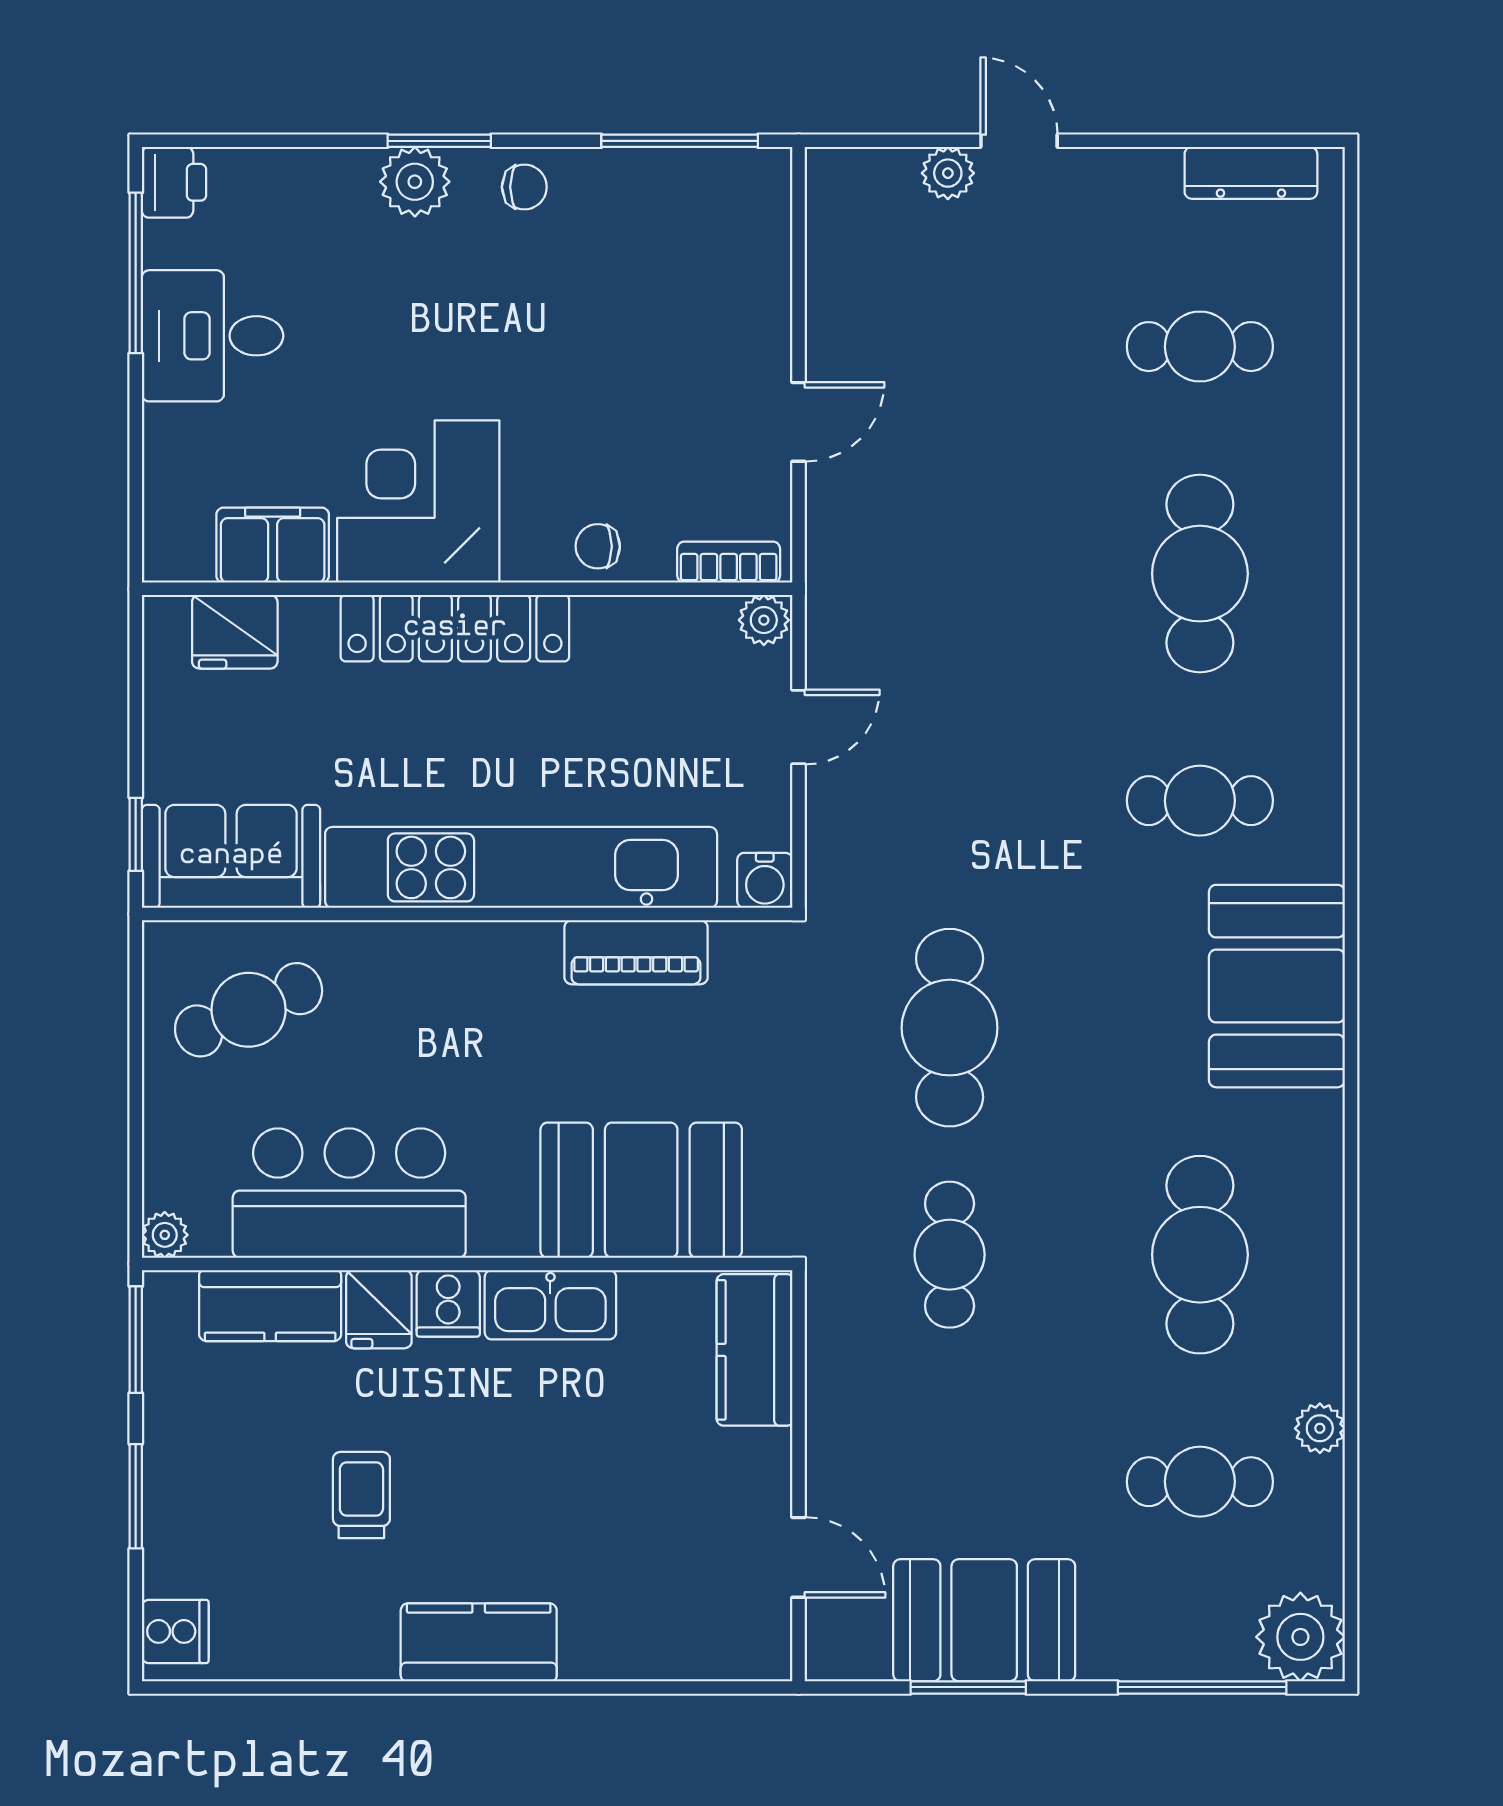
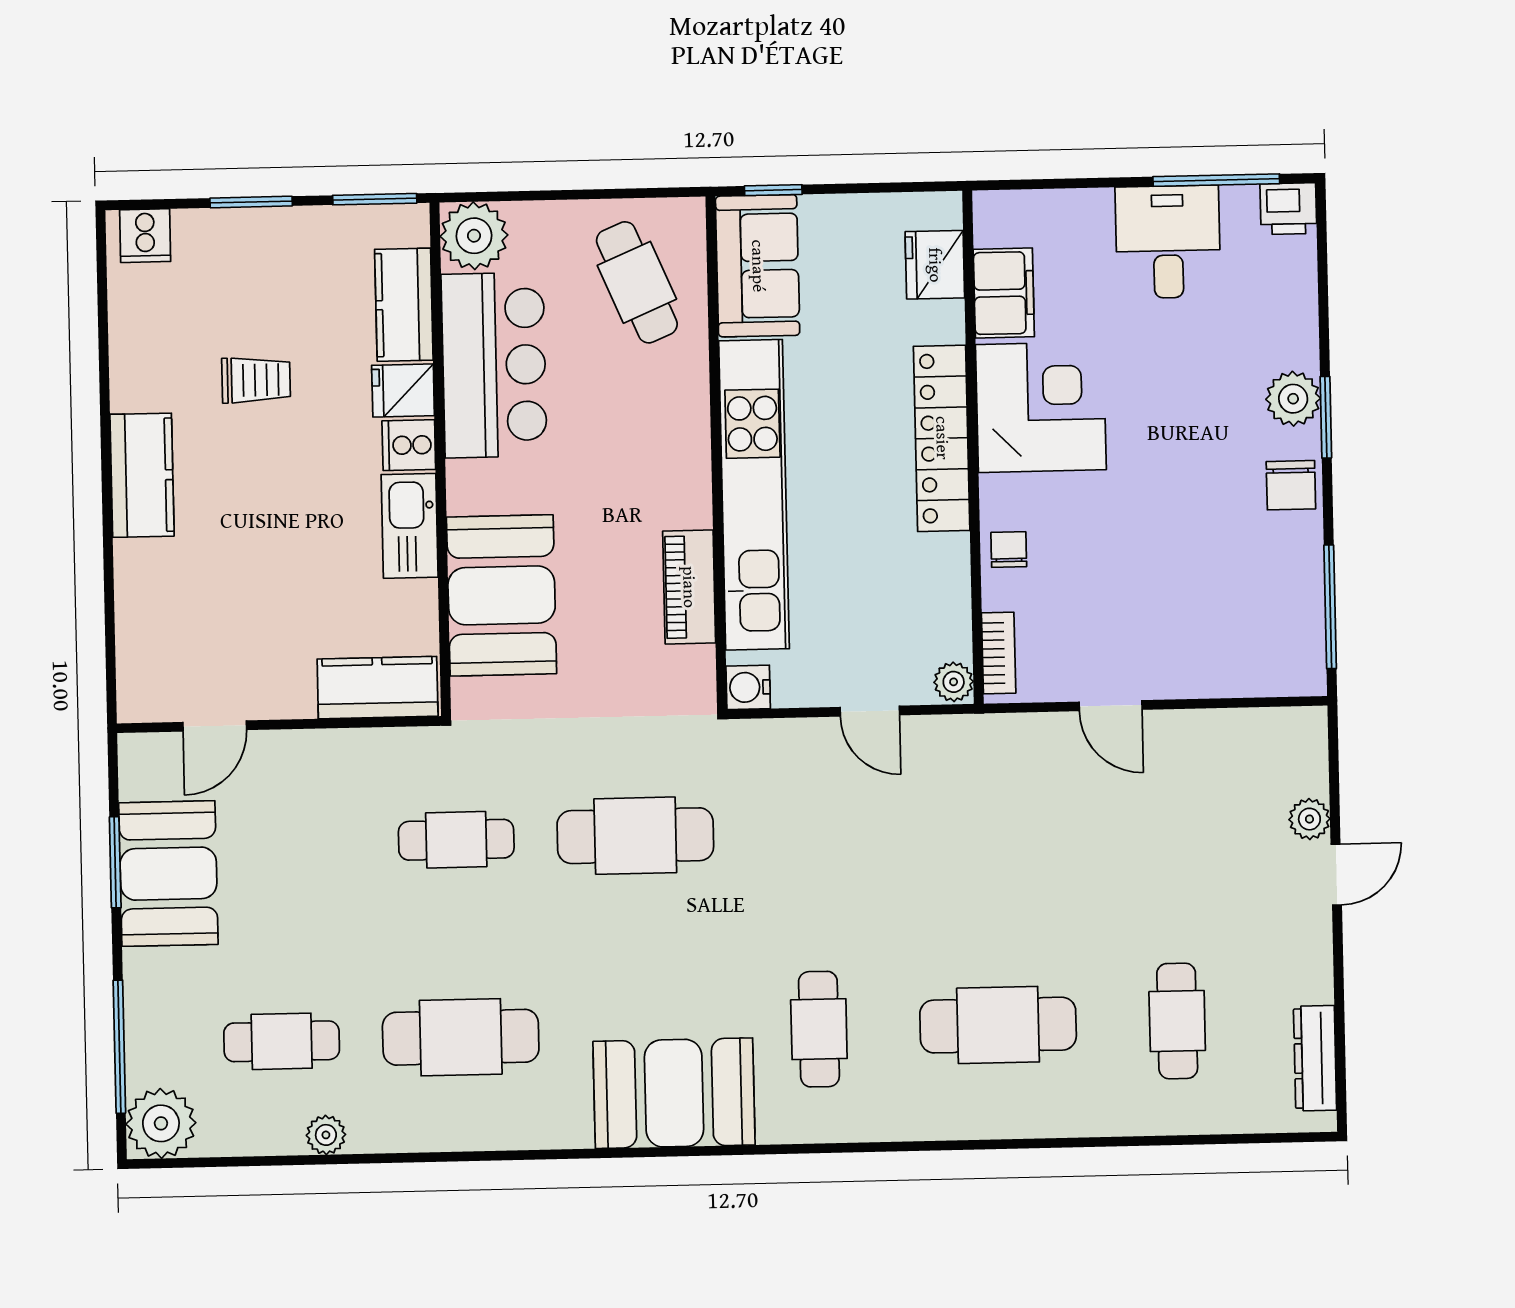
chair: (524, 187) -> (1291, 485), width x1.37, depth x1.37
plant: (165, 1235) -> (474, 236), width x1.87, depth x1.87
cafe table: (1200, 1482) -> (282, 1041), turned 90

